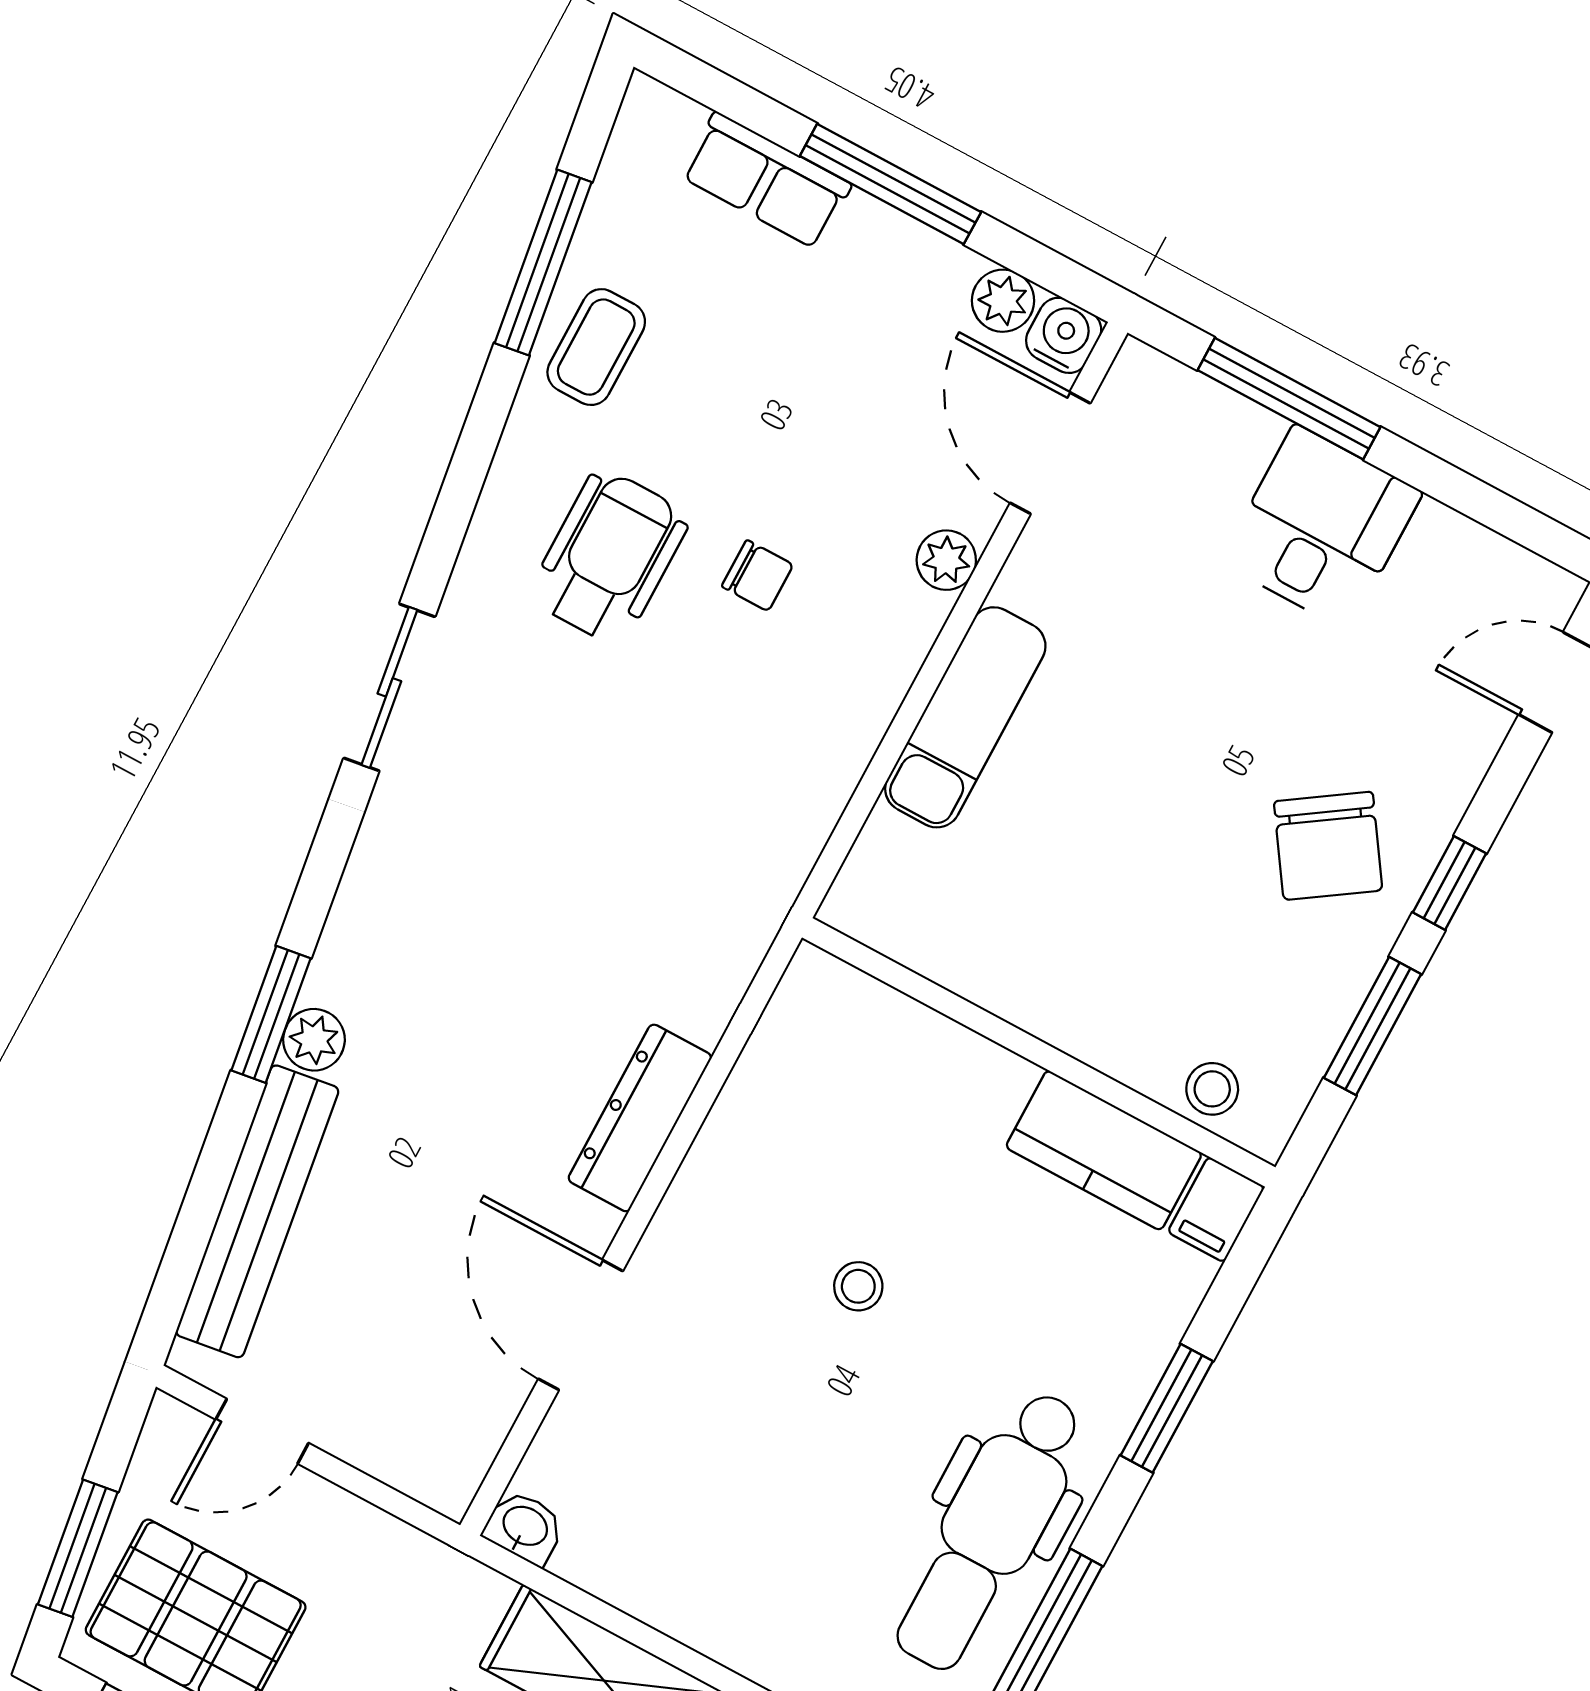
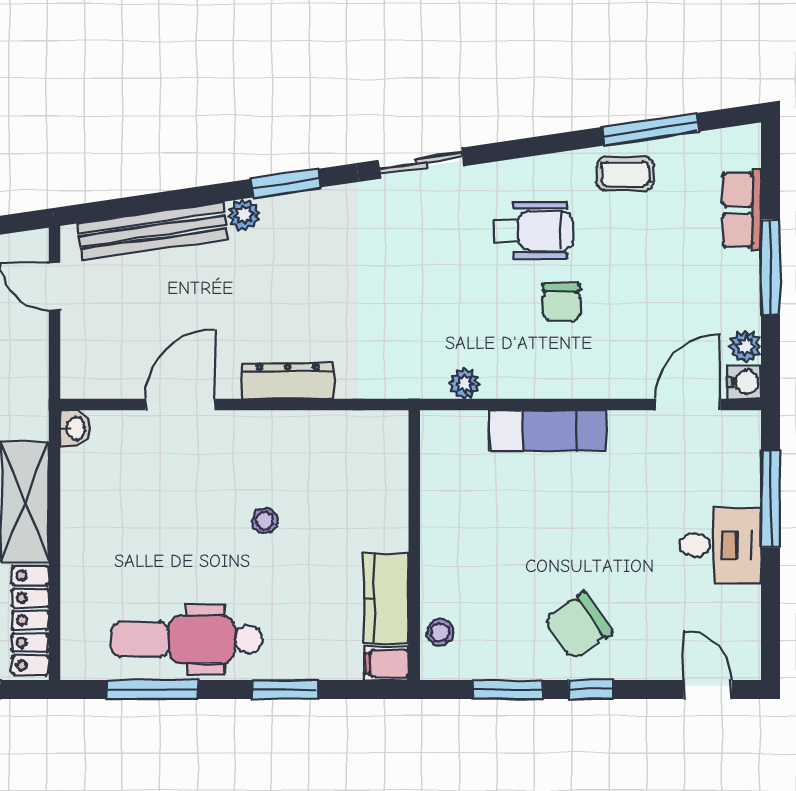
plant: (946, 560) -> (465, 384), moved
chair: (757, 576) -> (561, 302), width x1.37, depth x1.37
window: (271, 1014) -> (285, 183), moved

